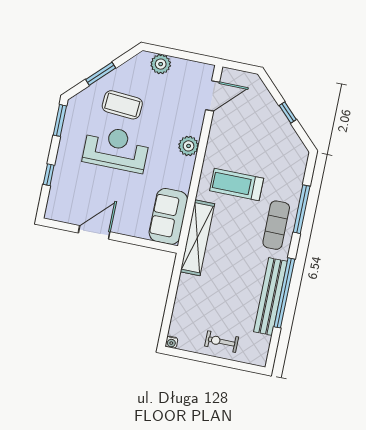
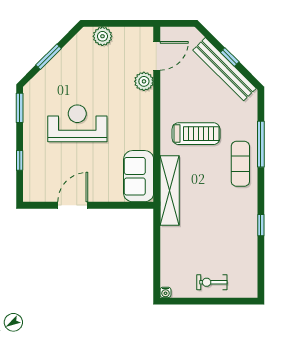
coffee table: (122, 105) -> (75, 81), removed
plant: (189, 146) -> (144, 81), moved
treadmill: (237, 185) -> (196, 134), turned 180
window: (284, 293) -> (261, 225), width x0.32
bench: (270, 297) -> (224, 69), moved, turned -45

